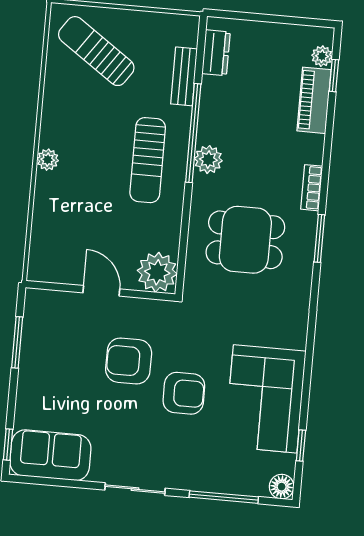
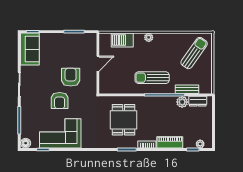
piano: (314, 100) -> (170, 142), moved
plant: (208, 160) -> (182, 102), moved
barbecue: (49, 225) -> (122, 40), added
plant: (157, 272) -> (107, 85), removed

